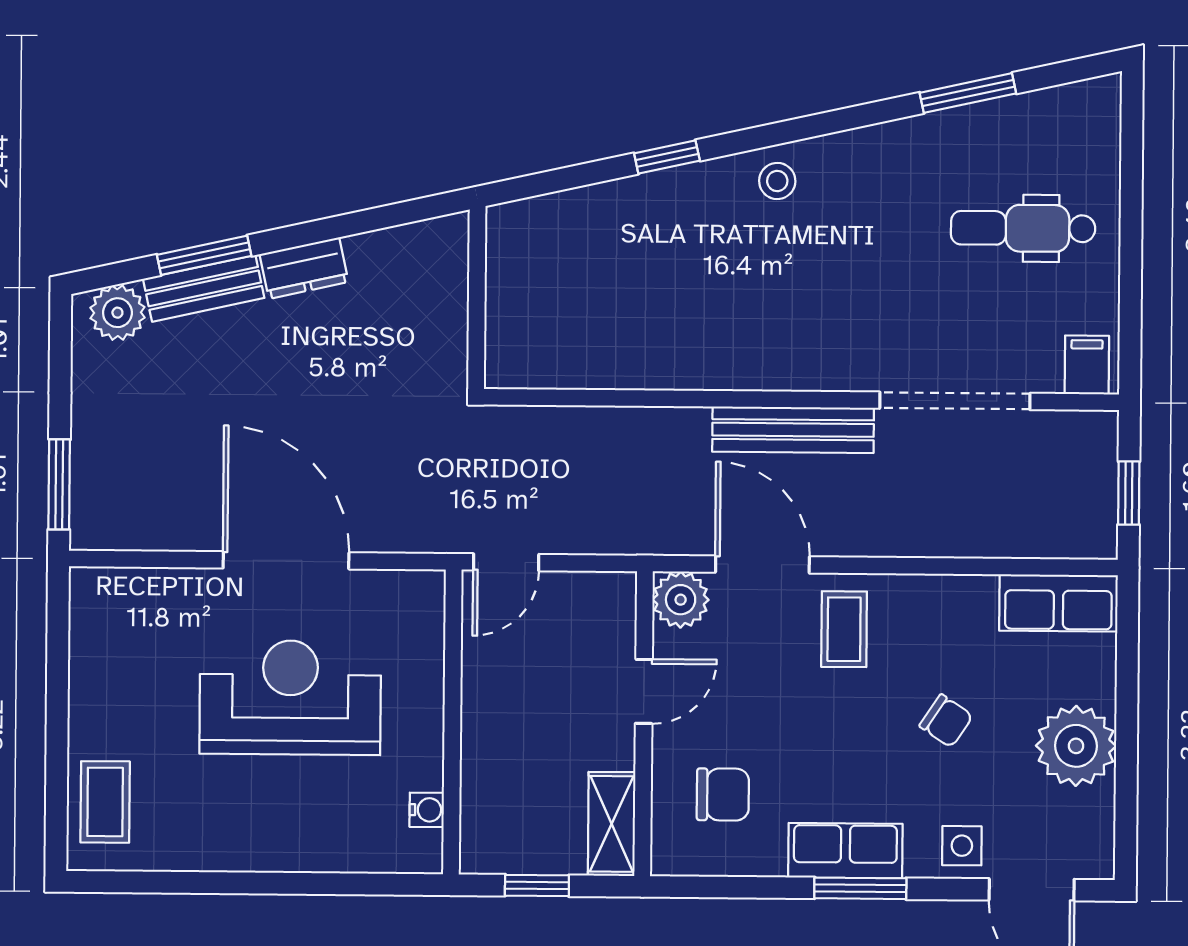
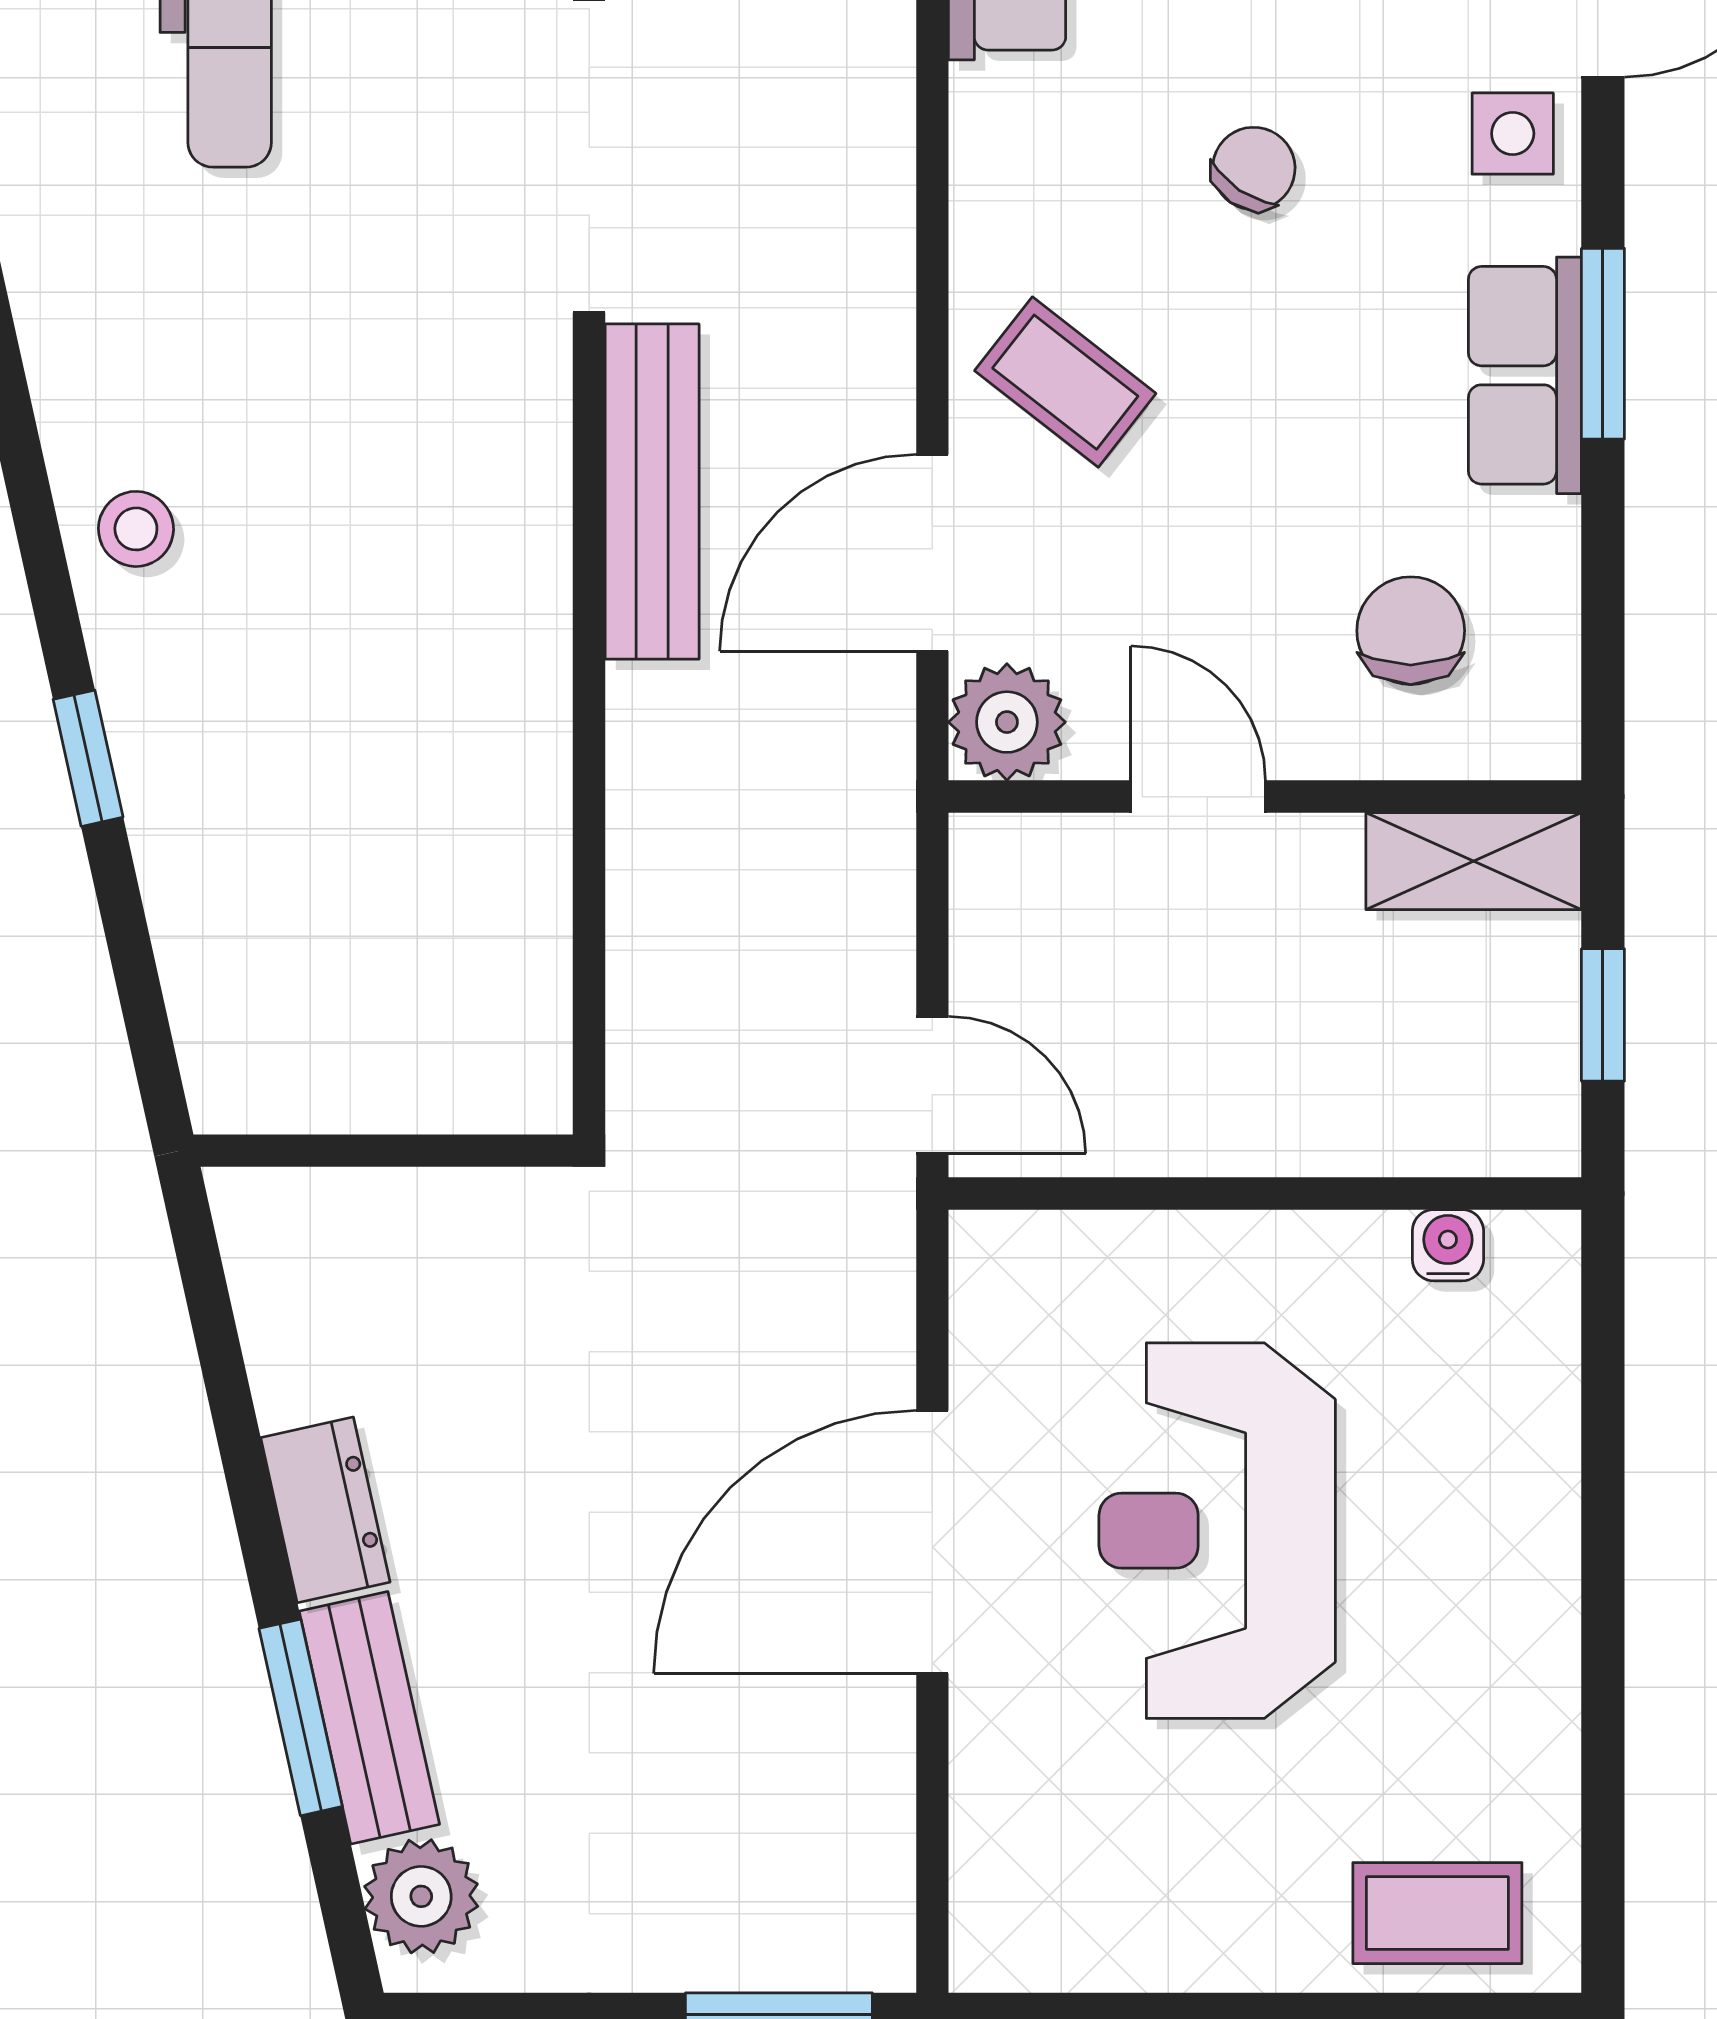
coffee table: (844, 629) -> (1065, 382), turned 38

